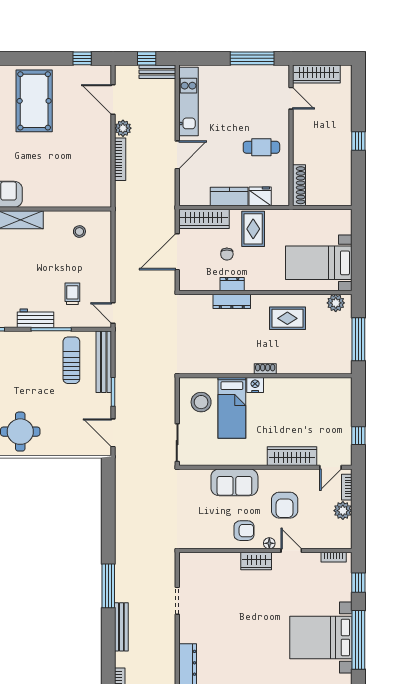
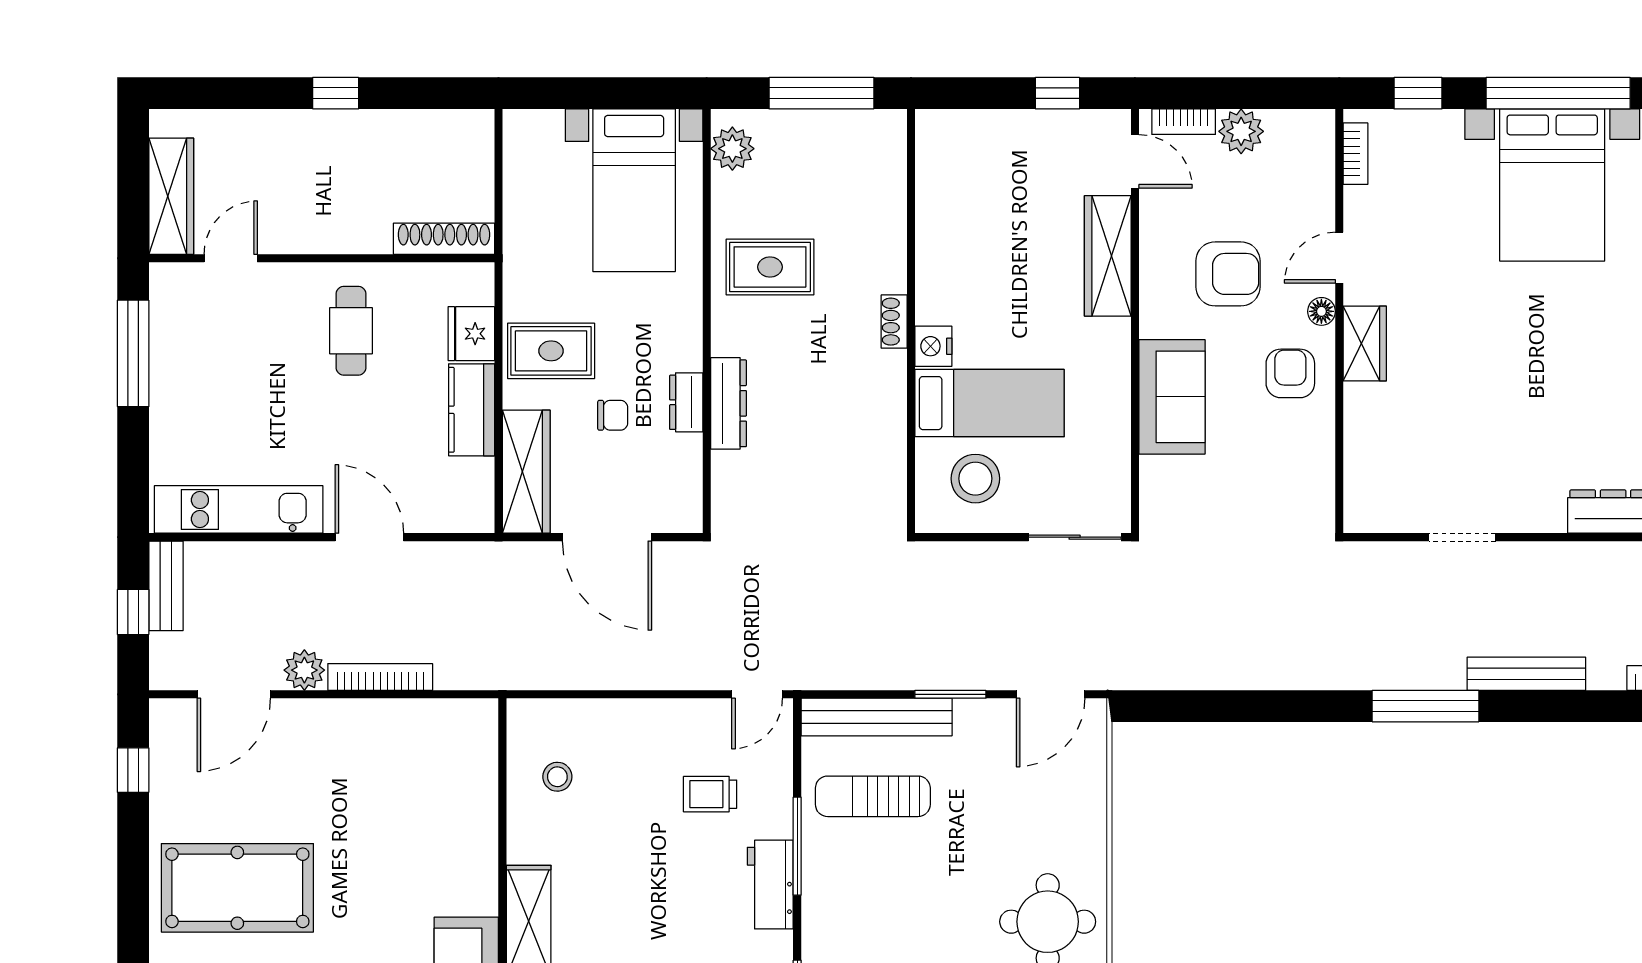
rug: (287, 318) -> (770, 267), turned 90

